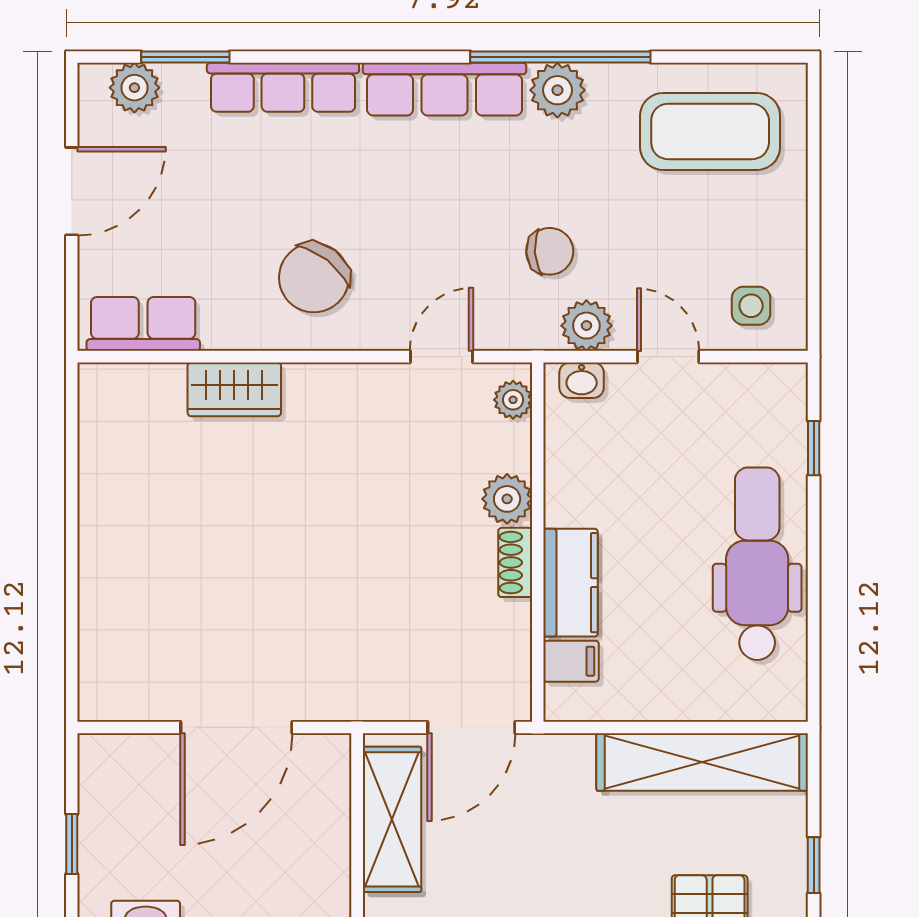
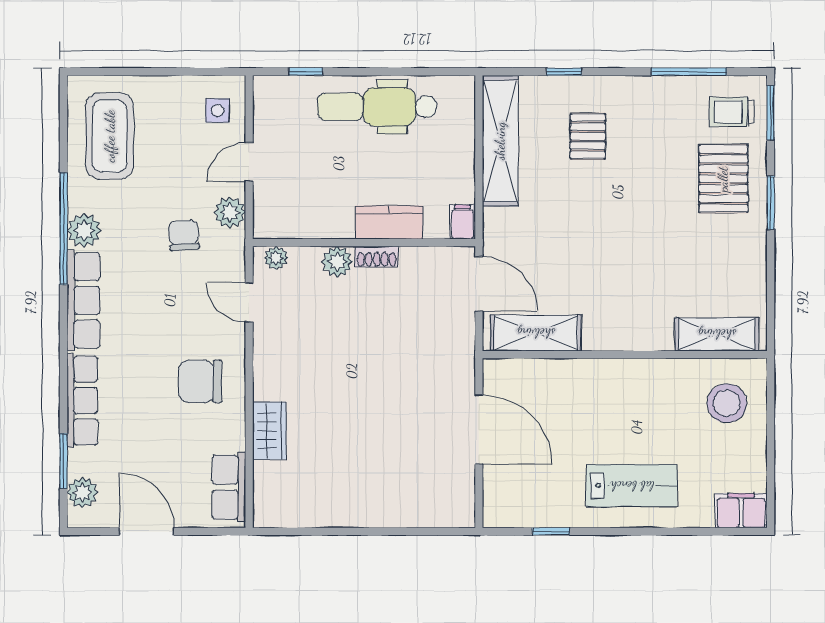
chair: (314, 278) -> (200, 381), turned 142
washbasin: (582, 380) -> (264, 216), removed
filing cabinet: (571, 661) -> (463, 222), moved

